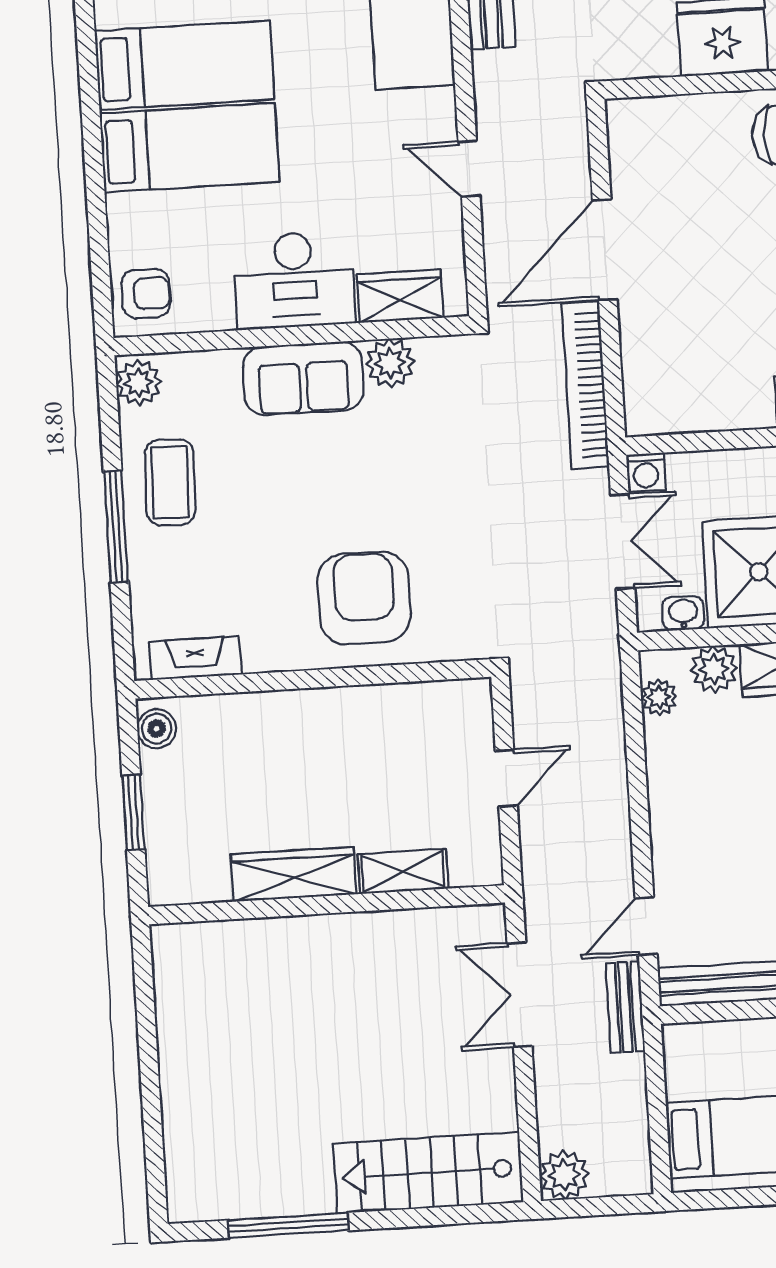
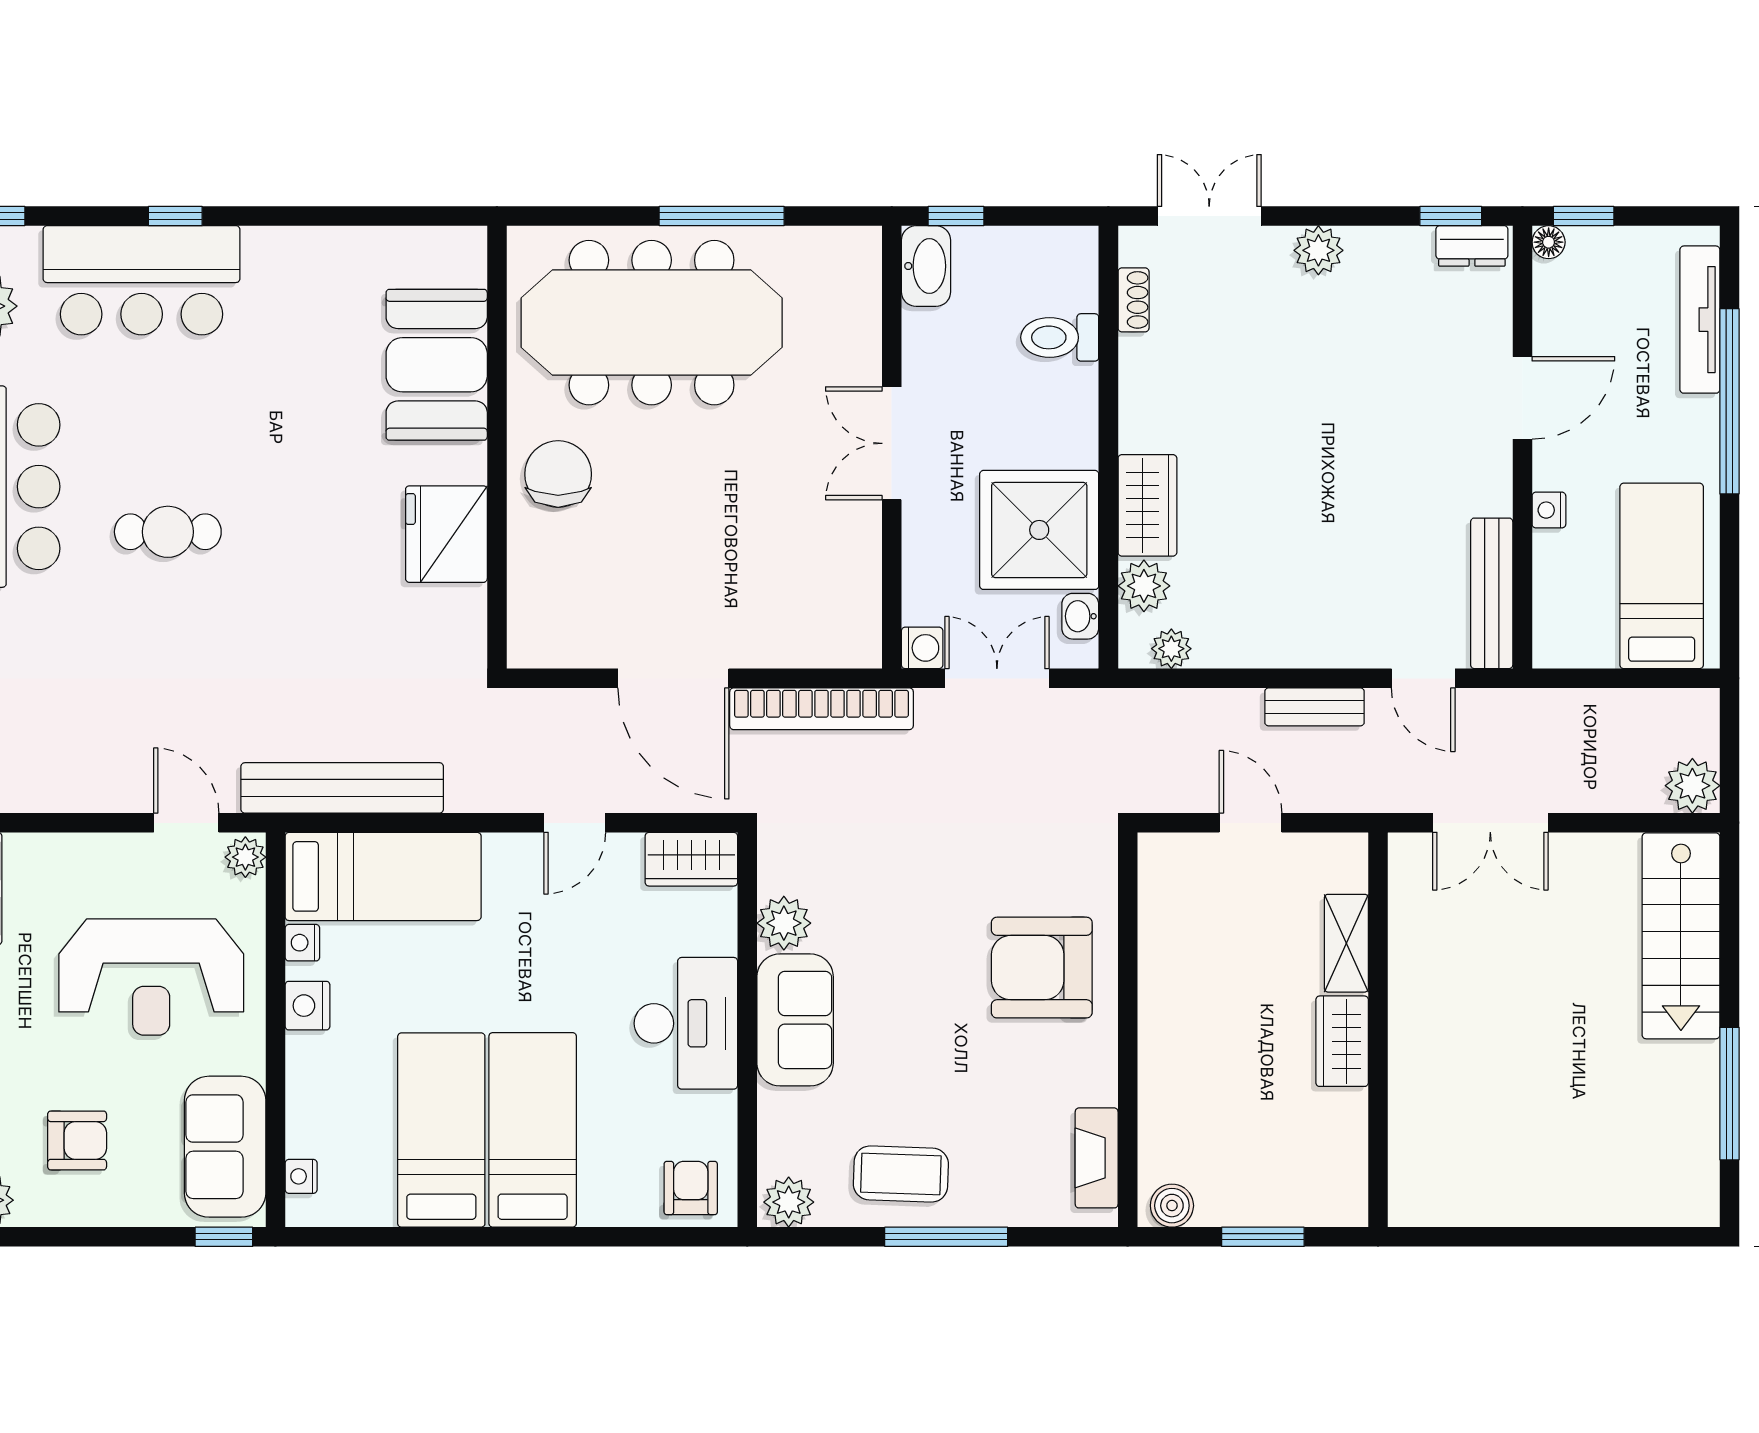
wardrobe: (400, 296) -> (691, 859), moved, turned -90
wardrobe: (294, 874) -> (1342, 1041), width x0.67
bench: (625, 1007) -> (1315, 707), moved

